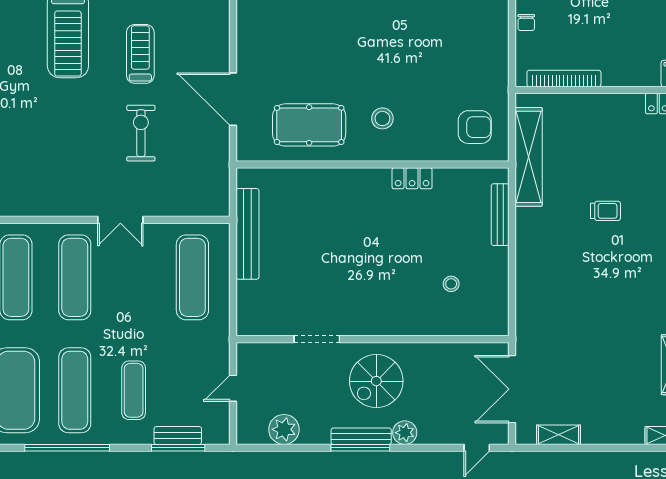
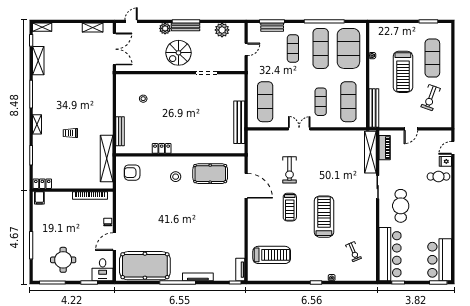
exercise mat: (75, 277) -> (321, 102), width x0.73, depth x0.69
spiral stairs: (376, 381) -> (178, 53), turned 180

